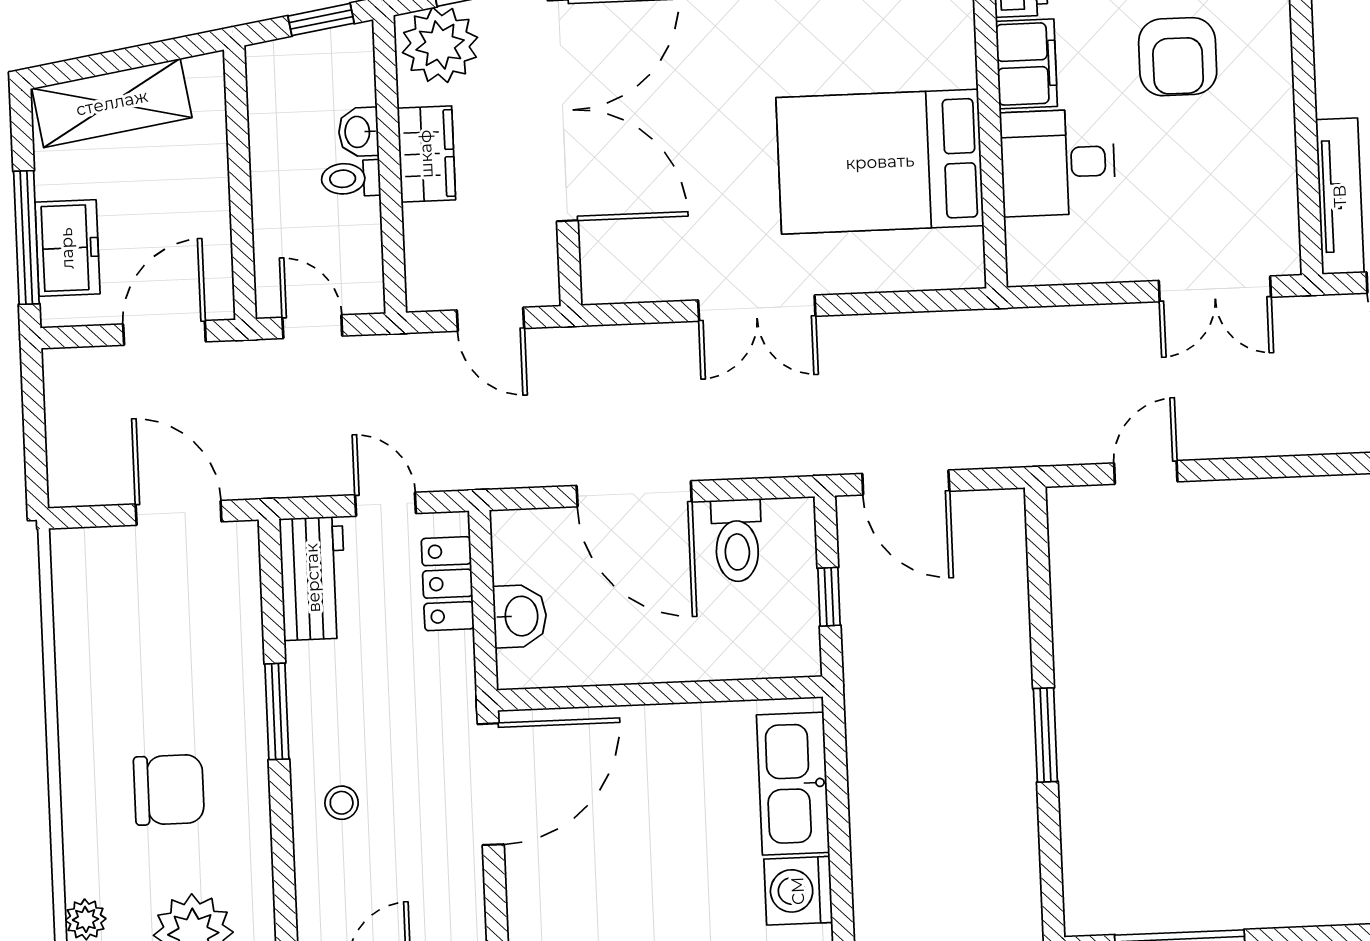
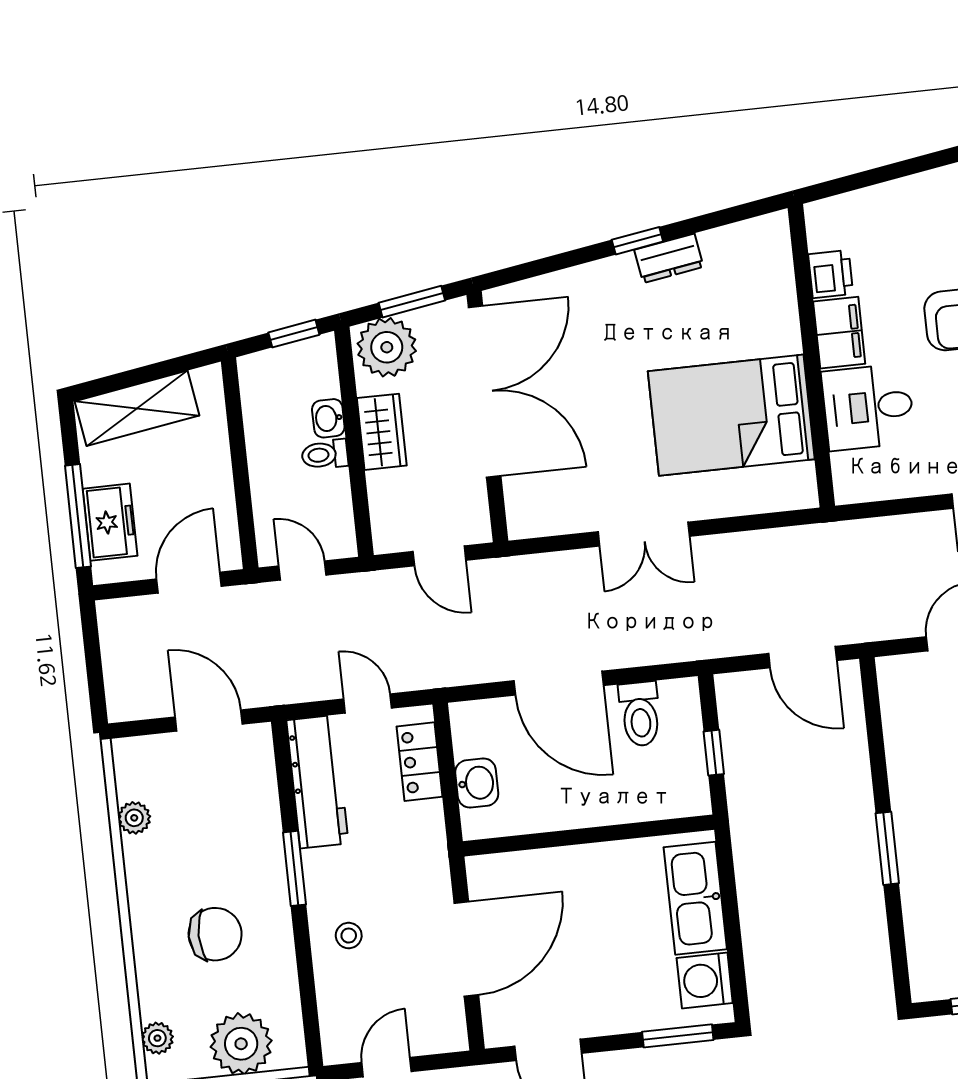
door: (906, 482) -> (803, 657), moved
workbench: (313, 578) -> (317, 782), width x1.38
plant: (74, 633) -> (134, 818), added
door: (491, 784) -> (466, 949), moved

